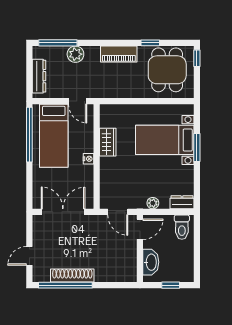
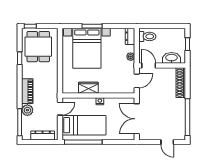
piano: (119, 54) -> (27, 91), moved
dining table: (167, 70) -> (38, 47), turned 90
bed with nightstands: (165, 140) -> (87, 48), width x1.36
shoe rack: (72, 275) -> (181, 83), moved

